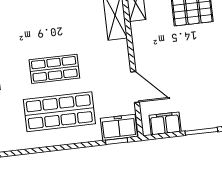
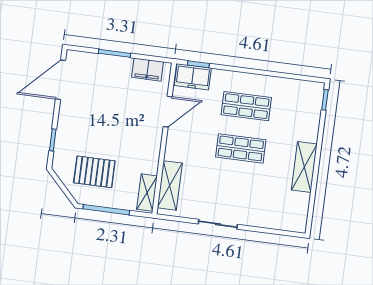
door: (135, 87) -> (168, 112), swing flipped
shop shelf: (59, 112) -> (246, 106), width x0.70, depth x0.74

